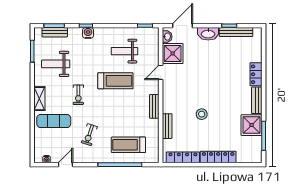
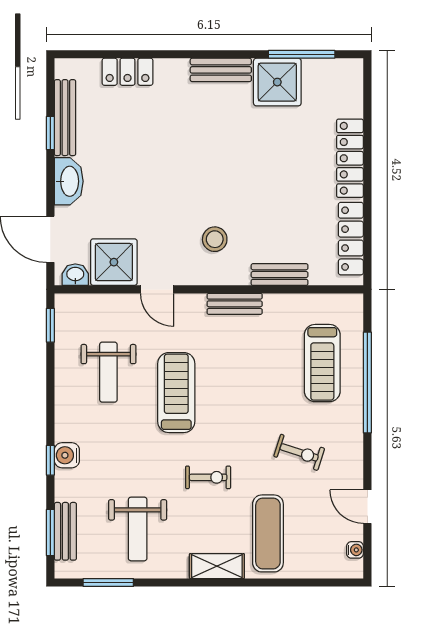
locker: (256, 74) -> (127, 72), moved
stool: (202, 114) -> (215, 239), moved

